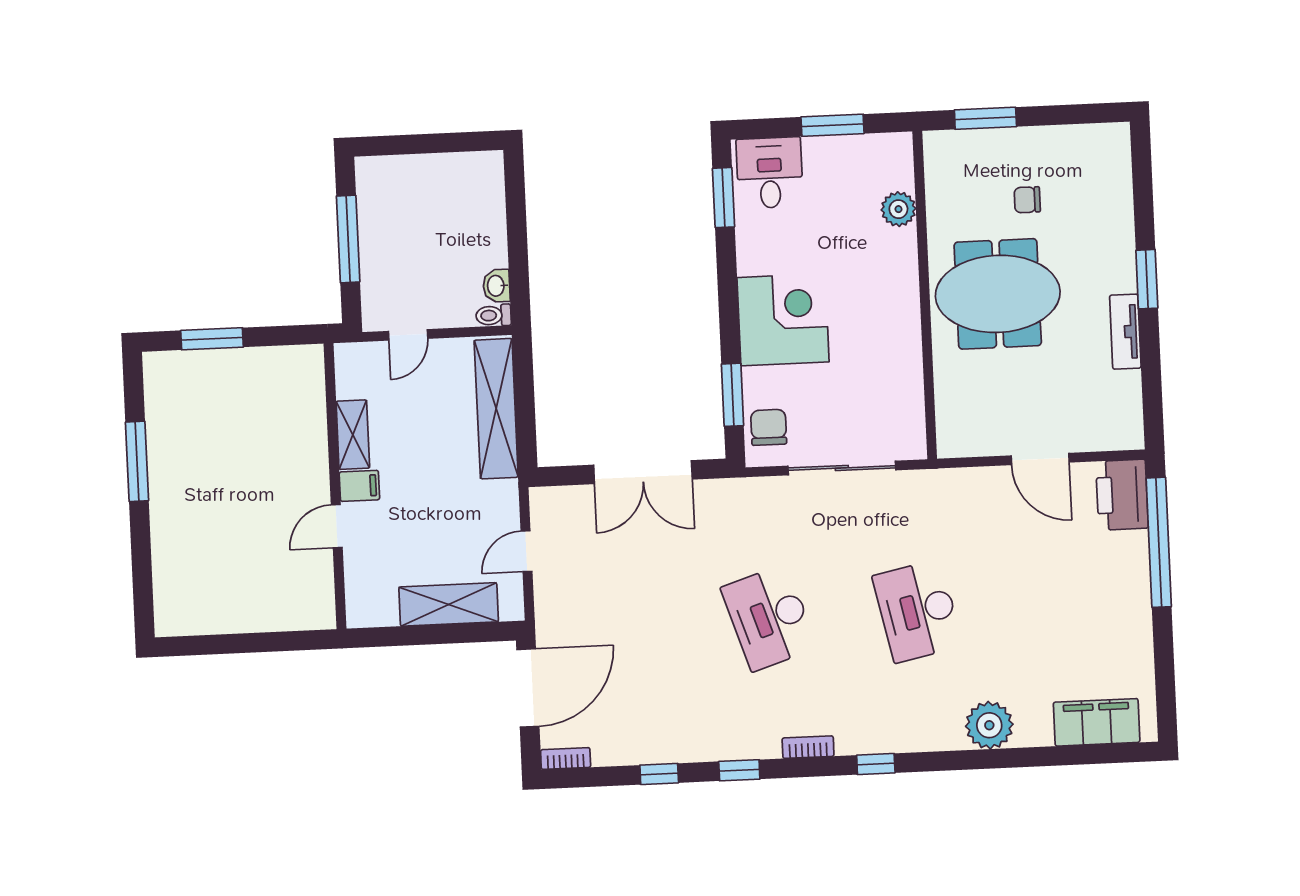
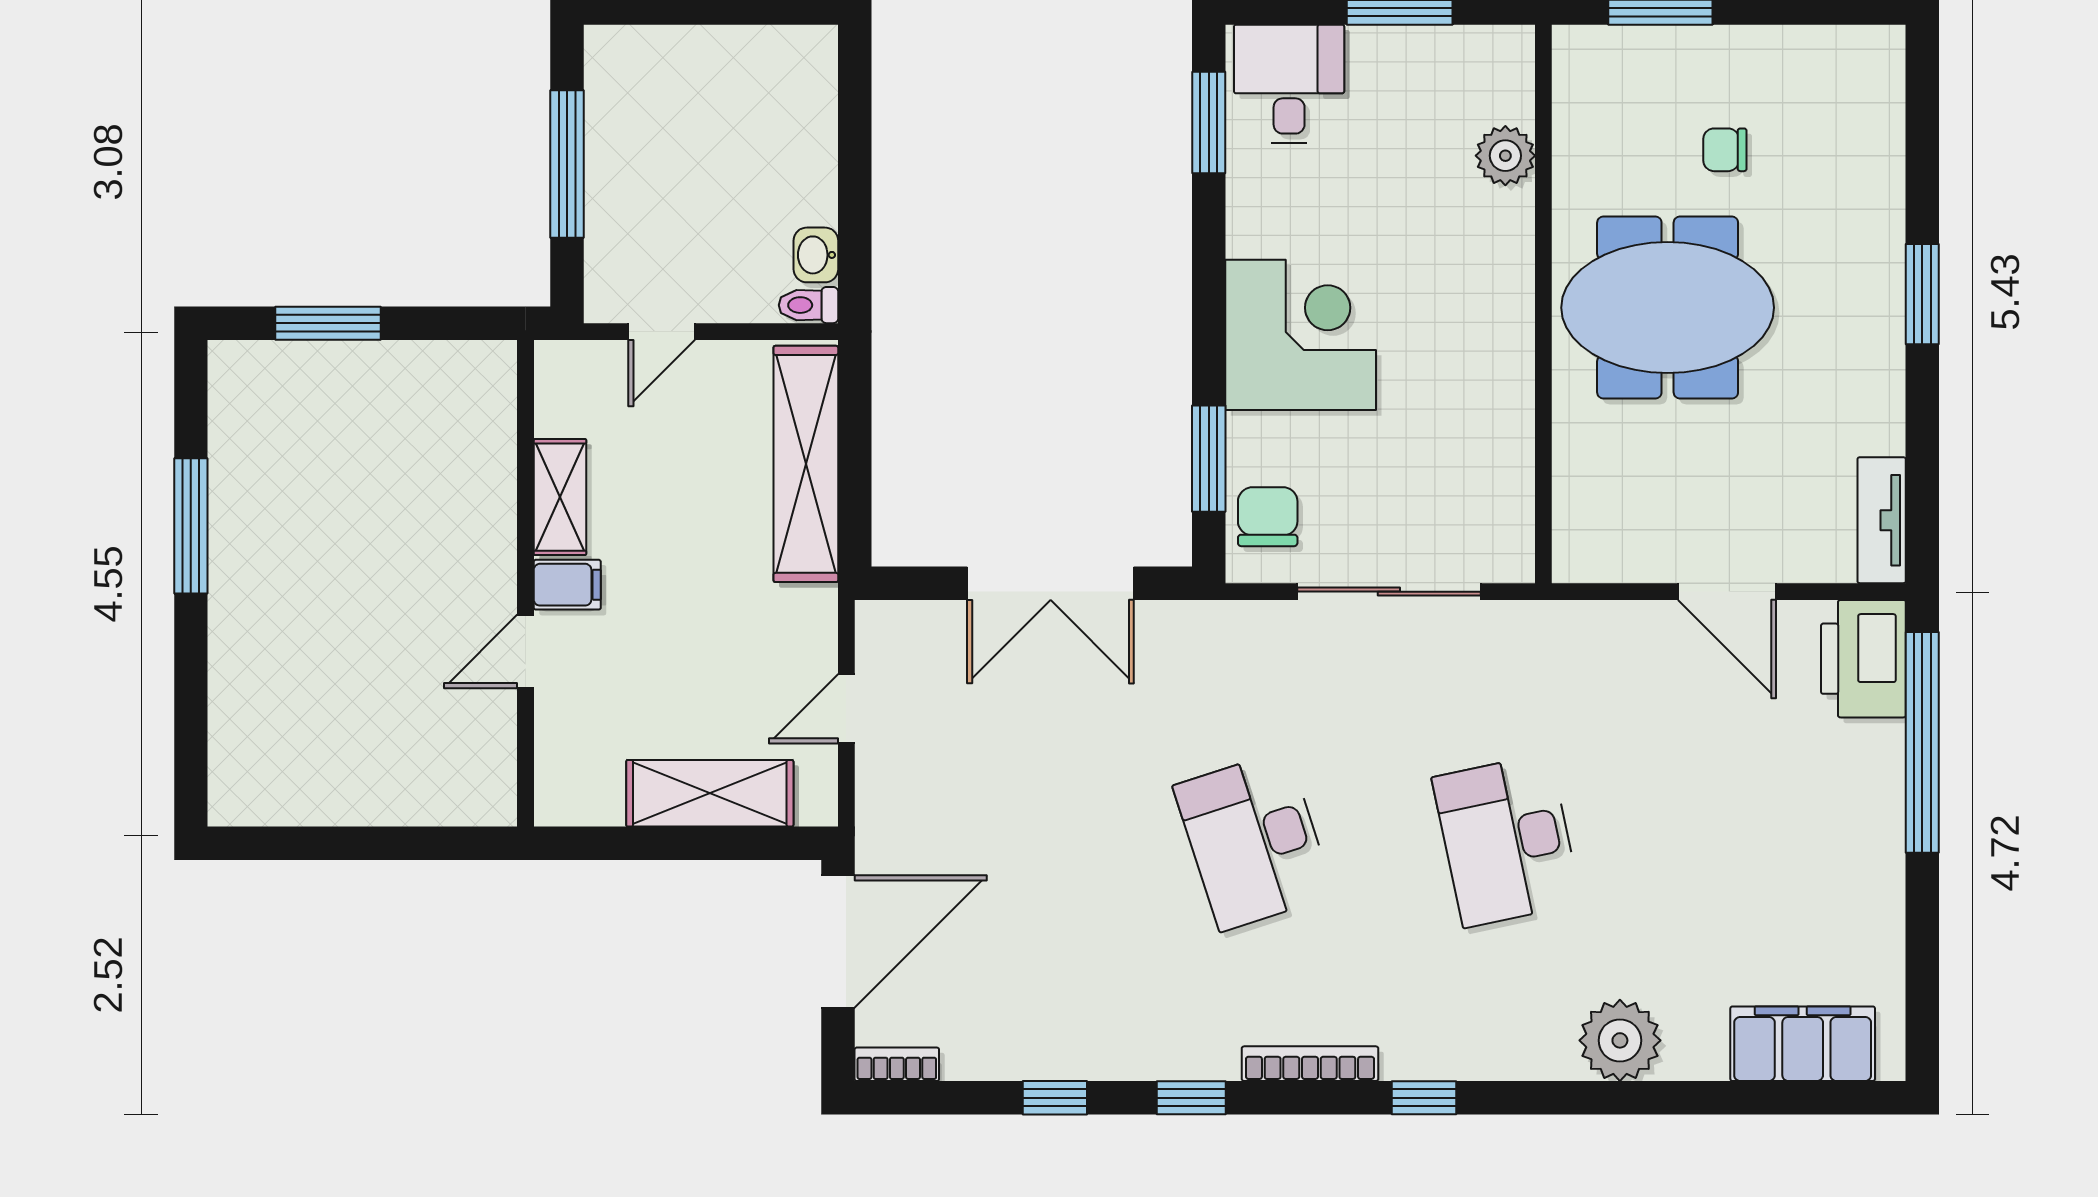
tv unit: (1125, 332) -> (1882, 520), moved
bookcase: (808, 747) -> (1310, 1064), width x1.56

